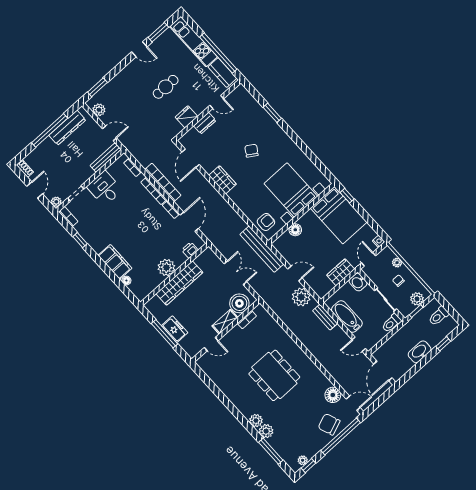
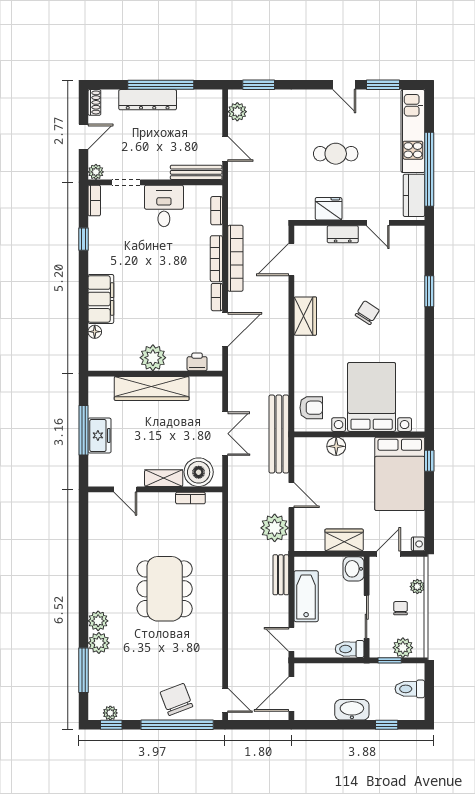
dresser: (67, 128) -> (148, 100), moved
floor lamp: (333, 395) -> (211, 670), removed

